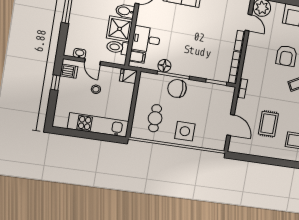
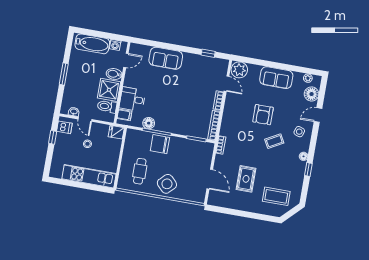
side table: (185, 131) -> (167, 184), turned 45

